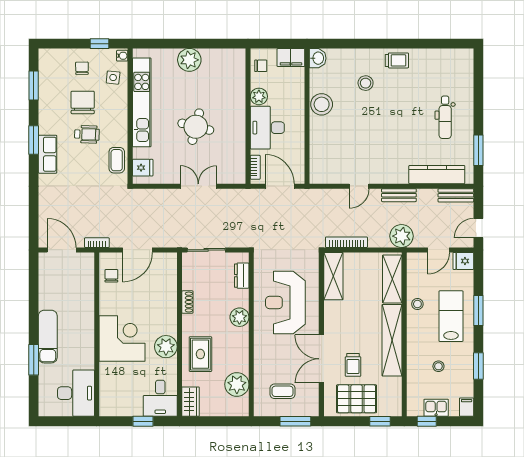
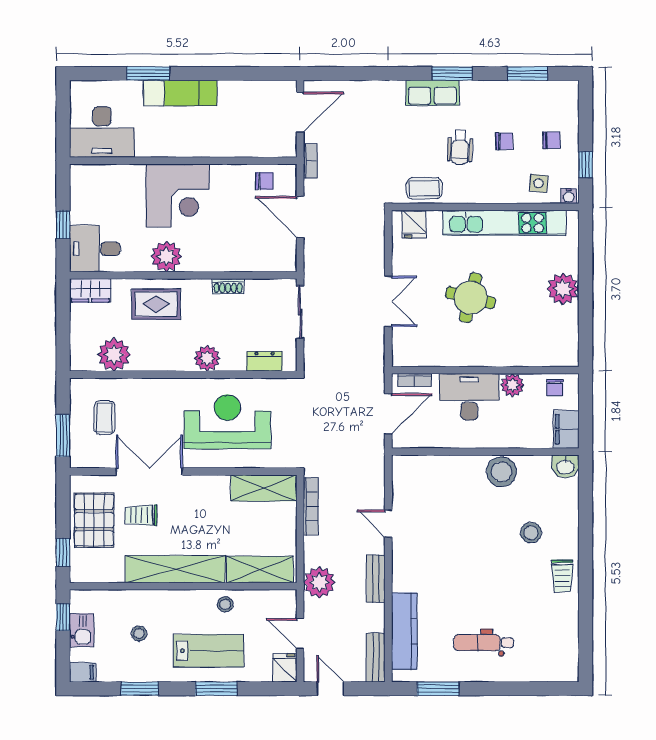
chair: (83, 102) -> (504, 141), width x0.54, depth x0.54

